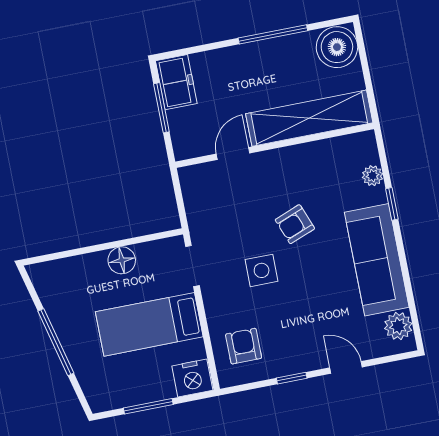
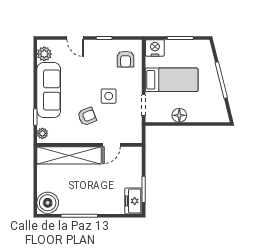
shelving: (309, 118) -> (69, 155), moved
wall: (275, 145) -> (89, 145), moved
door: (233, 154) -> (112, 145), moved

